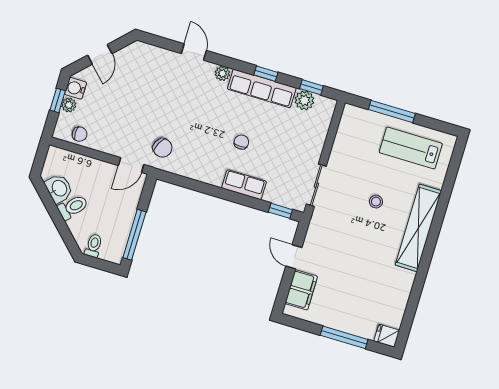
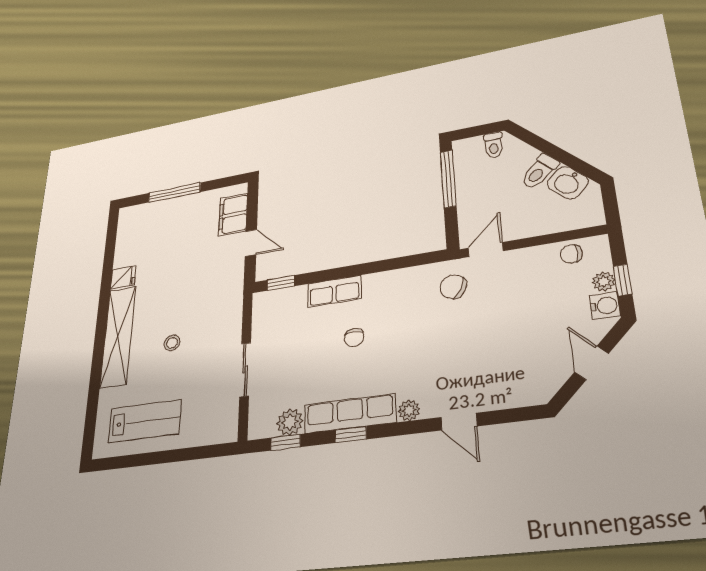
window: (392, 111) -> (177, 455), removed
sliding door: (316, 185) -> (245, 370), moved
fridge: (387, 336) -> (123, 277), moved

